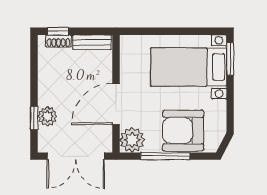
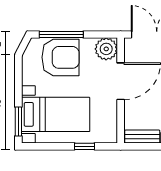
window: (156, 31) -> (84, 146), added
window: (165, 156) -> (61, 34), moved

